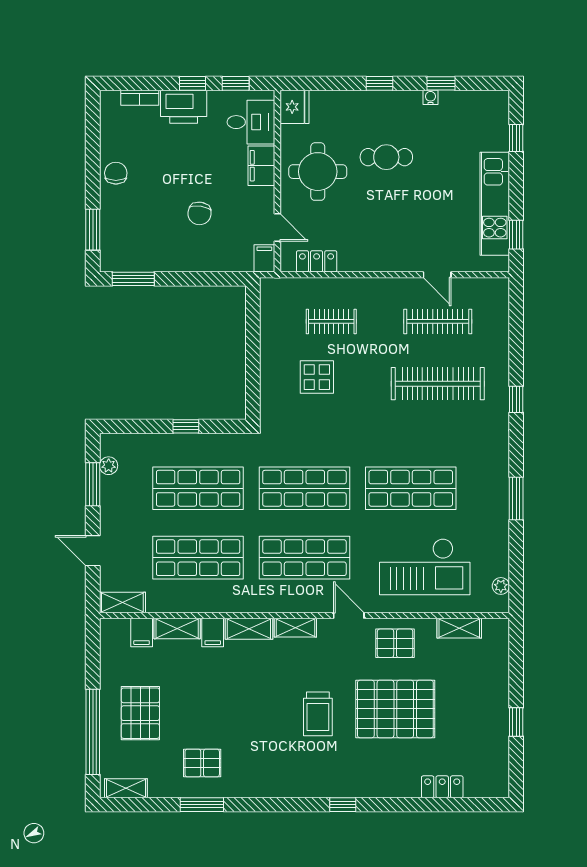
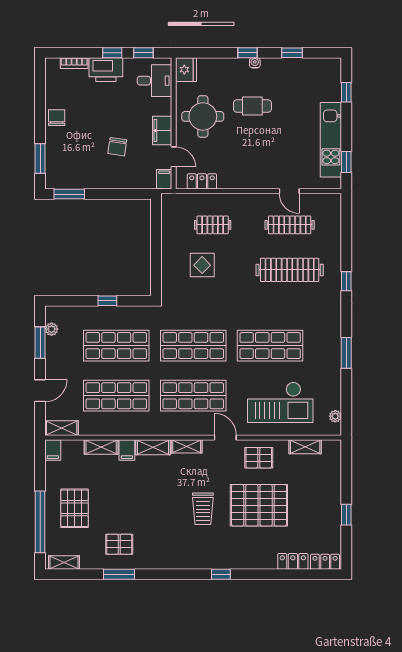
water cooler: (430, 97) -> (255, 63), moved
filing cabinet: (261, 166) -> (162, 130), moved
door: (93, 551) -> (40, 391), swing flipped
filing cabinet: (142, 633) -> (53, 450), moved
locker: (487, 787) -> (325, 562), added

